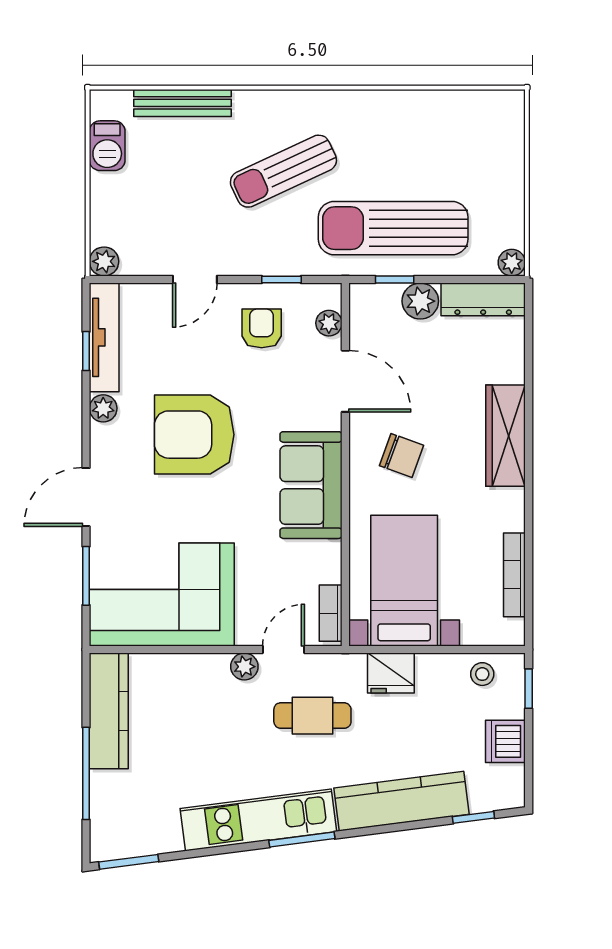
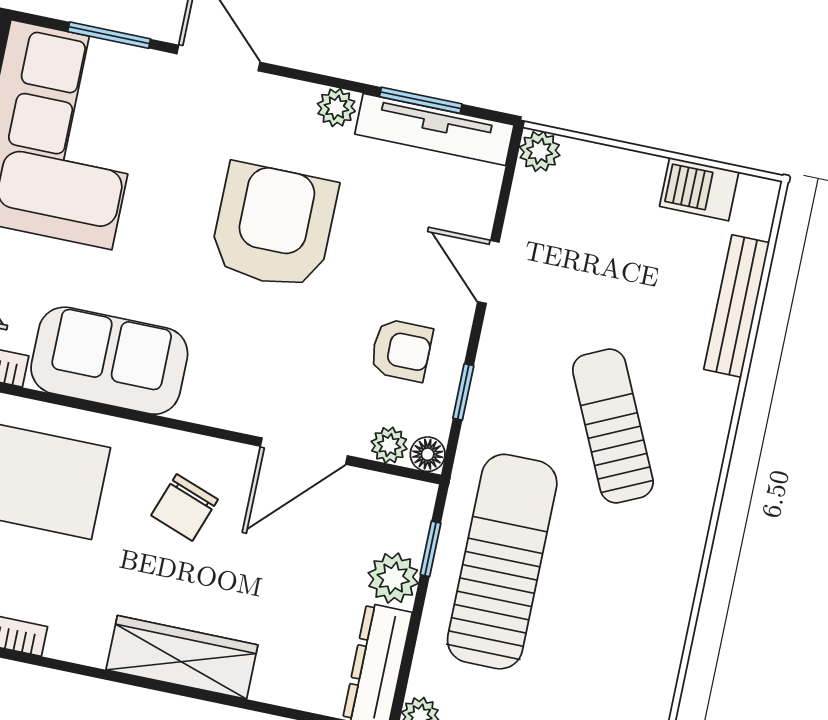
floor lamp: (330, 295) -> (428, 454), added
window: (86, 351) -> (421, 100), width x1.50
sofa: (311, 485) -> (109, 361), moved

